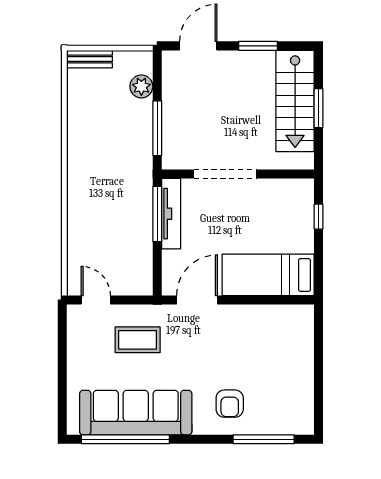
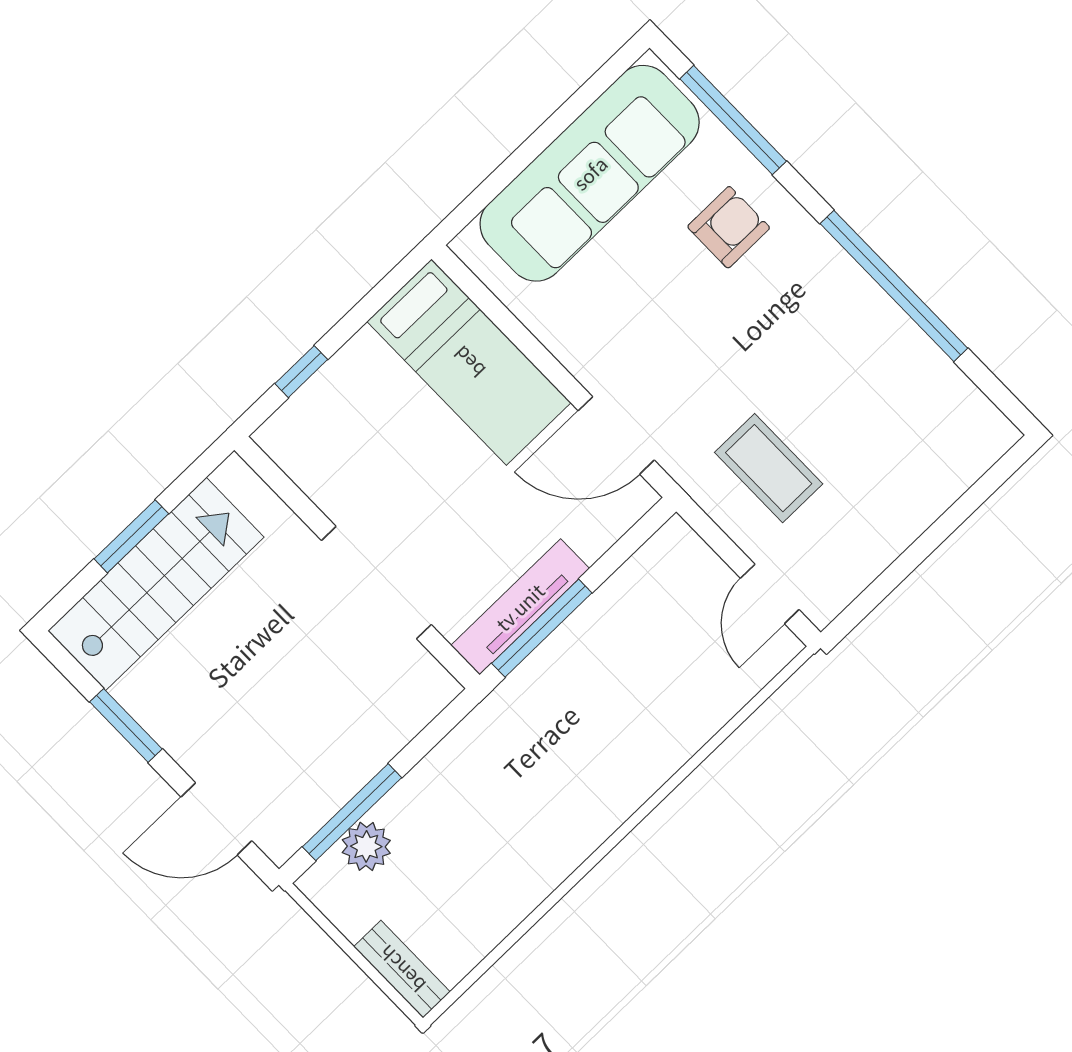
window: (157, 128) -> (352, 812), moved
sofa: (136, 413) -> (590, 173), moved, turned -90
window: (125, 439) -> (894, 286), moved

